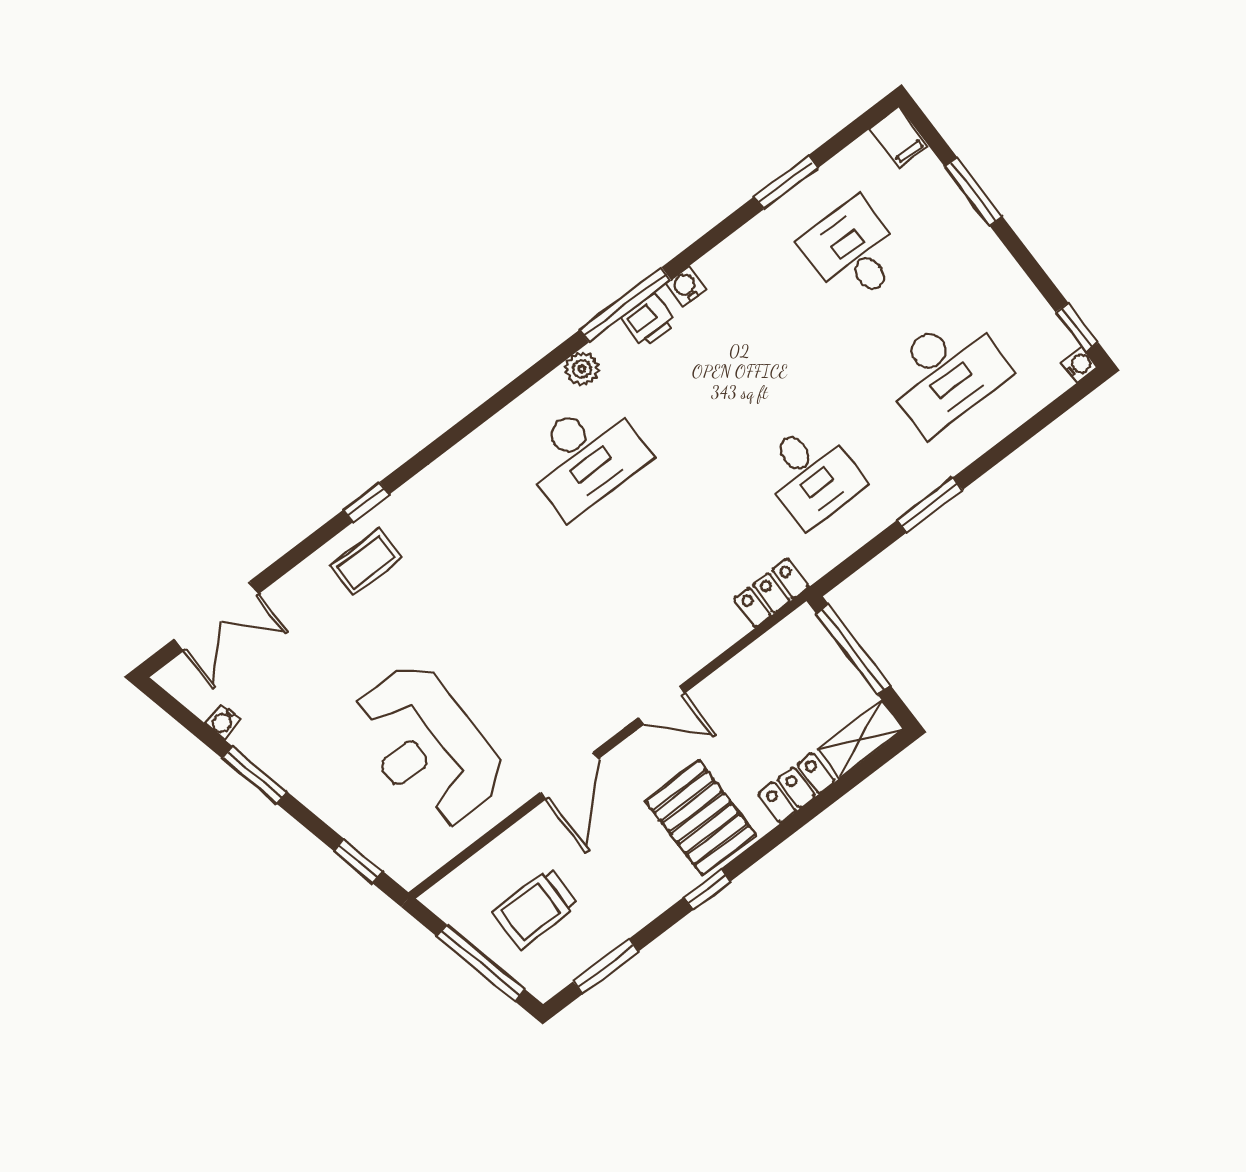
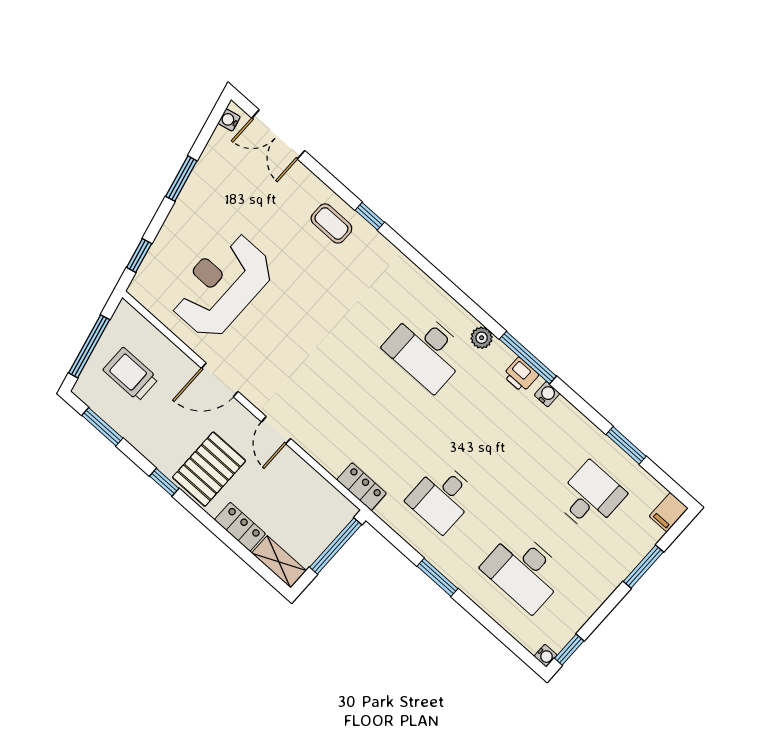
water cooler: (223, 722) -> (229, 120), moved

